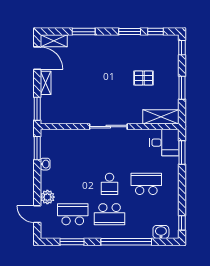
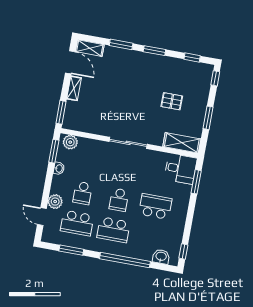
window: (130, 32) -> (154, 51), moved
plant: (52, 136) -> (70, 142), added
school desk: (73, 184) -> (83, 193), added
school desk: (73, 214) -> (77, 223), turned 180

